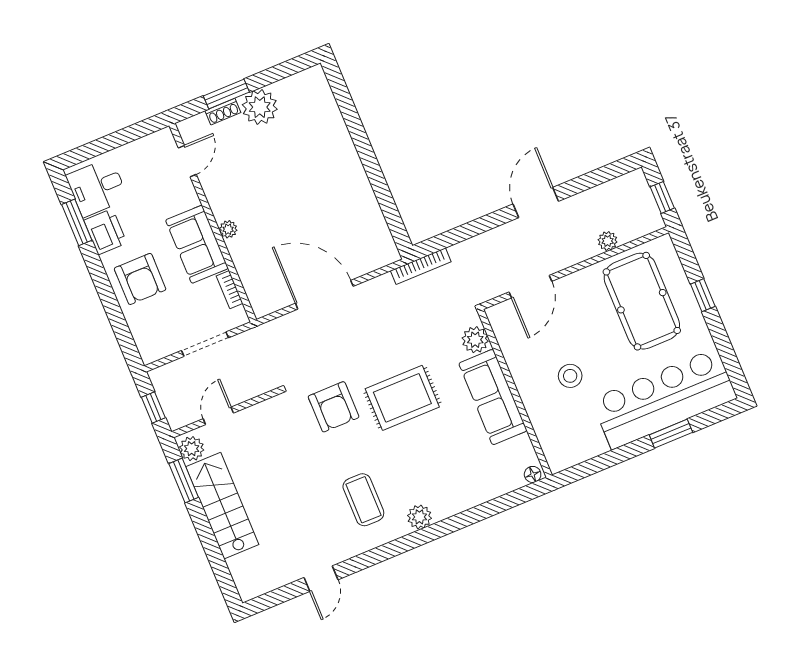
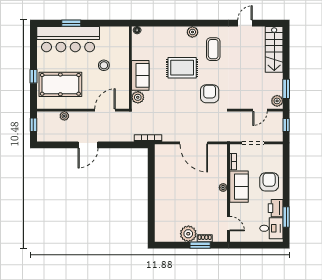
door: (187, 161) -> (228, 224), swing flipped
pool table: (642, 301) -> (60, 84), turned 90
sofa: (493, 397) -> (140, 75), width x0.73
rug: (402, 398) -> (182, 68), moved
stairs: (222, 506) -> (274, 49), moved

